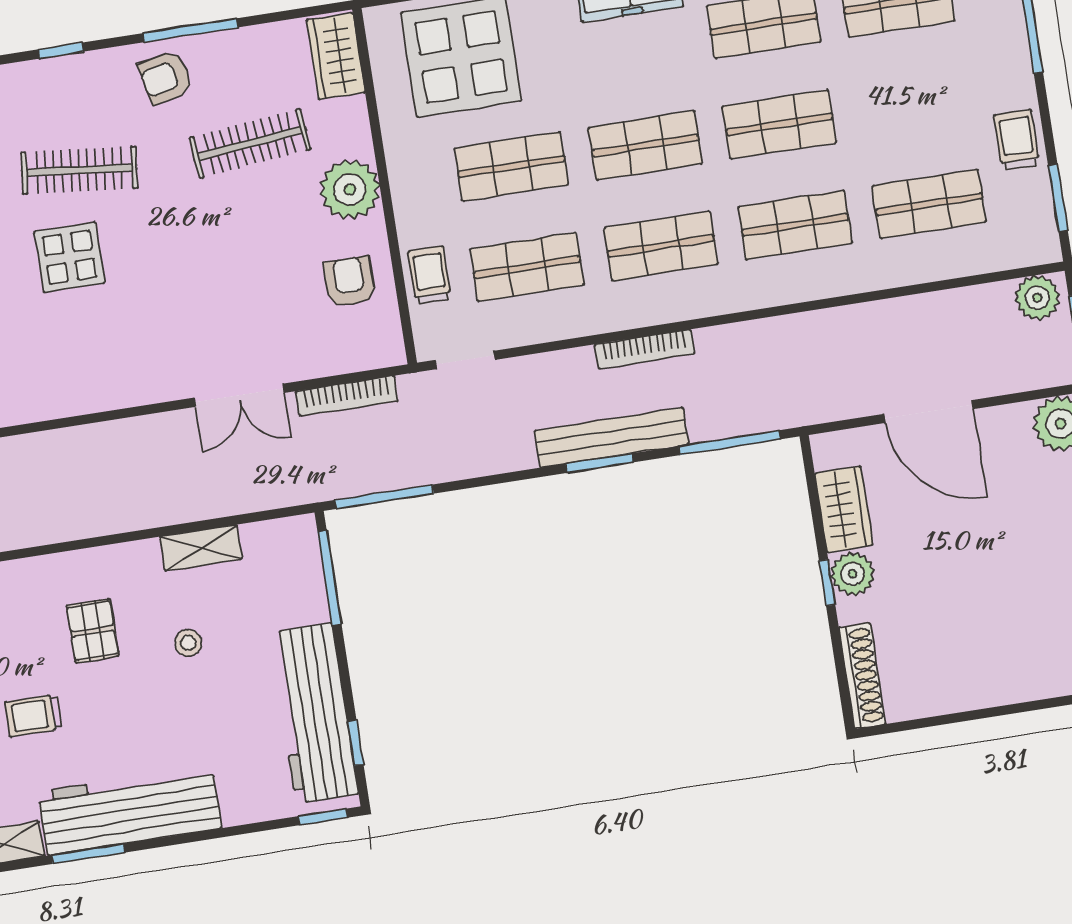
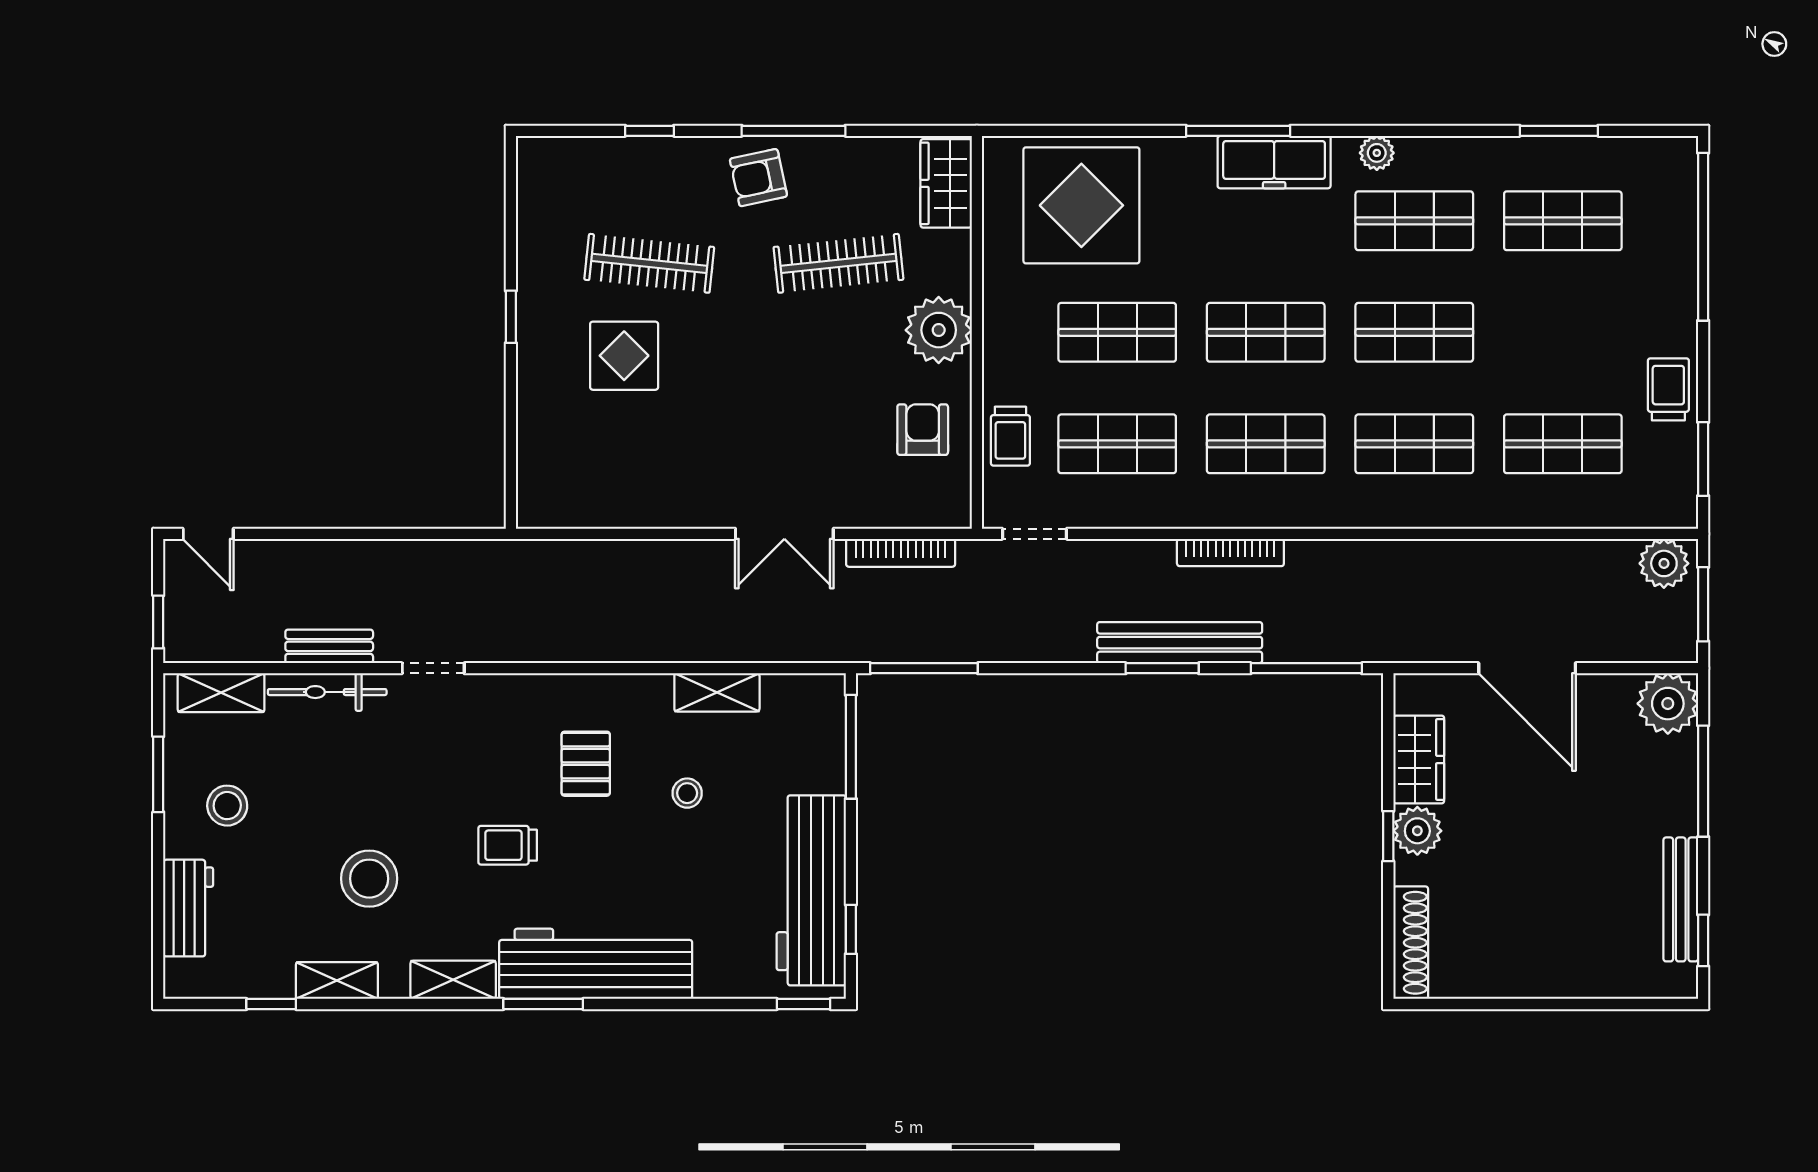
trolley: (430, 275) -> (1010, 436), turned 180

